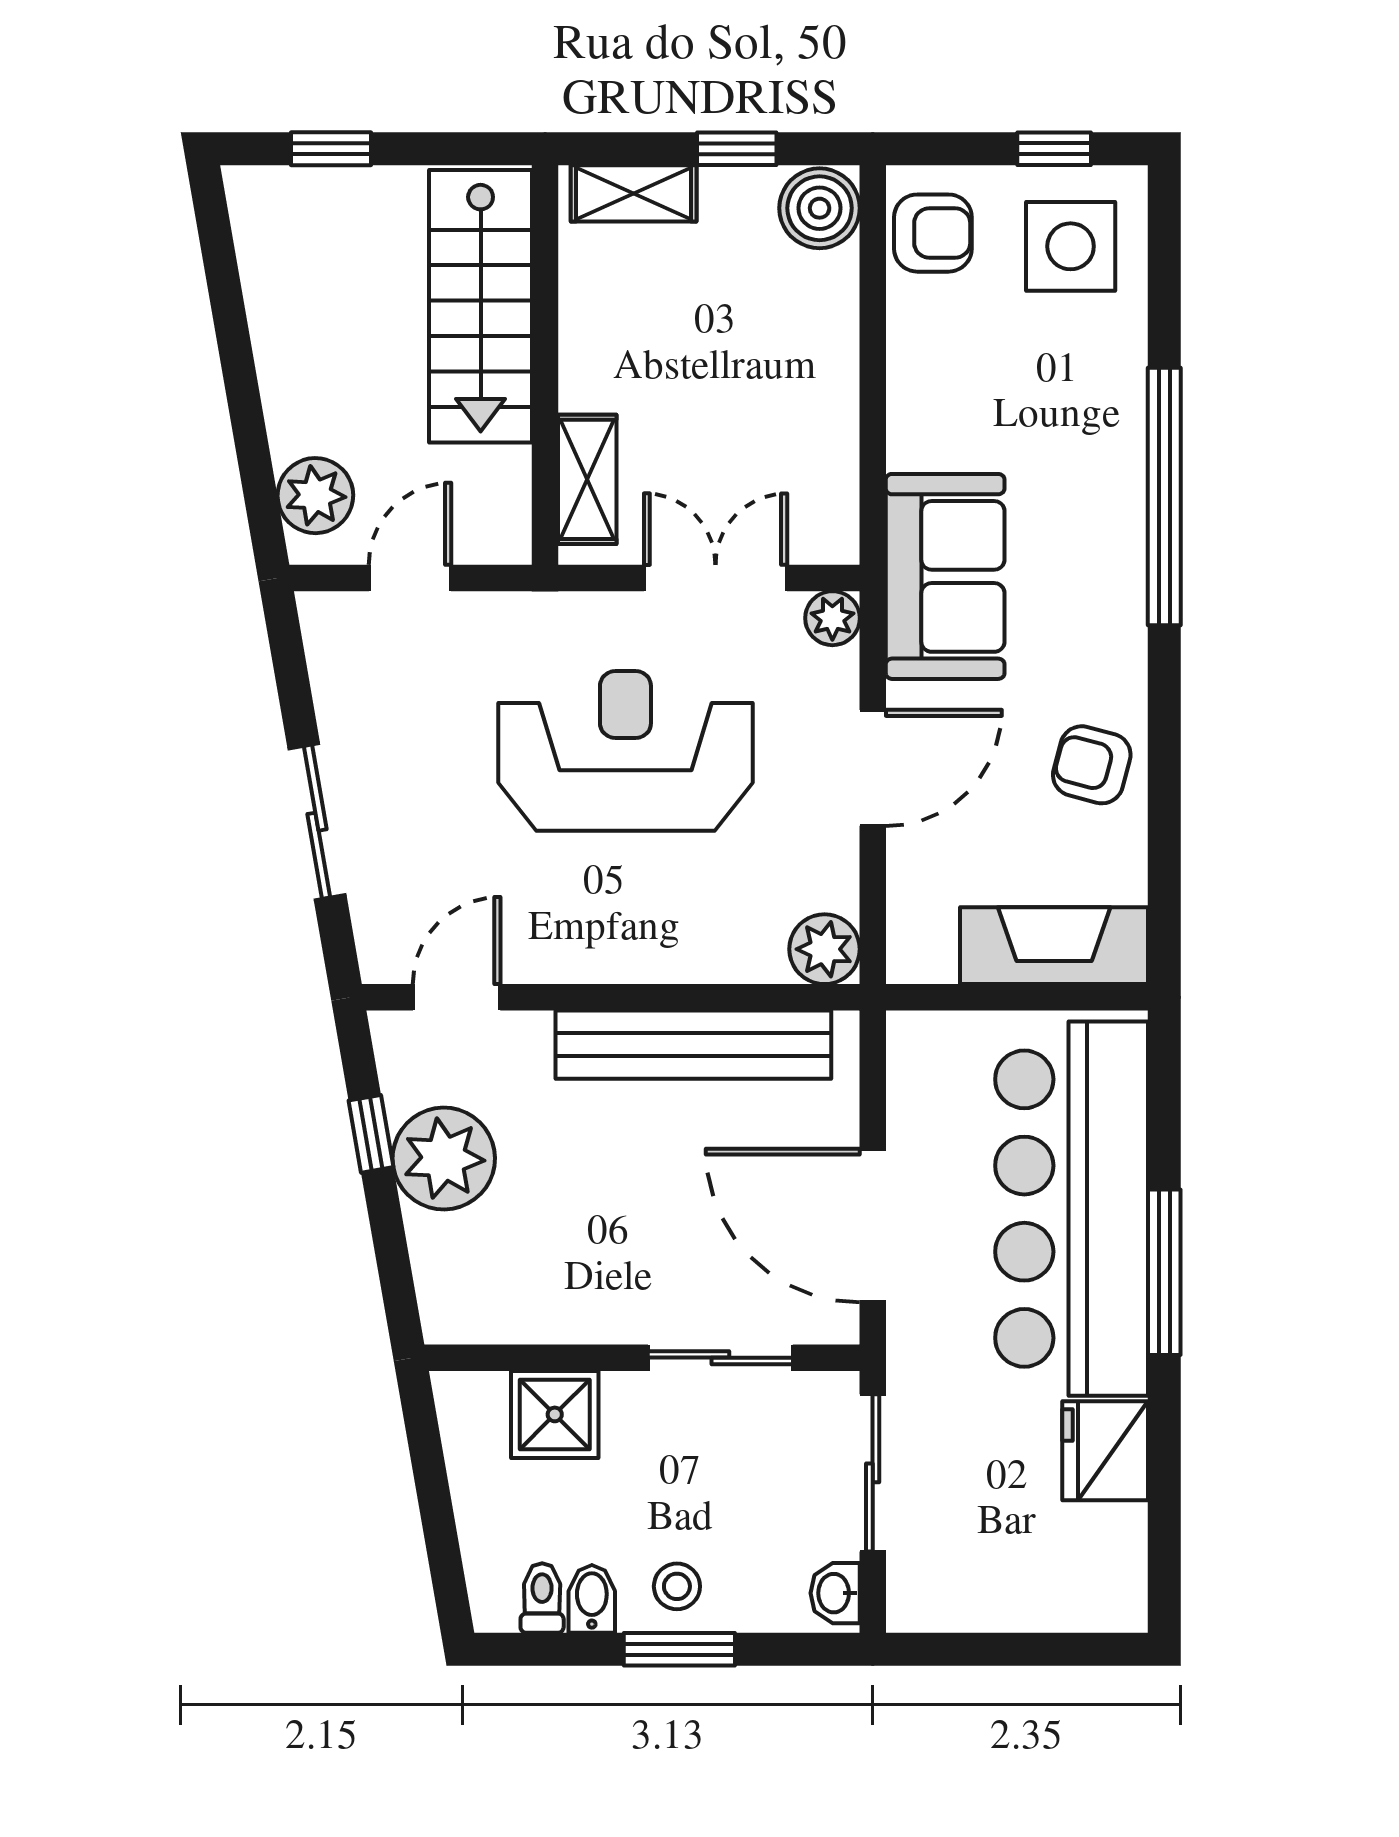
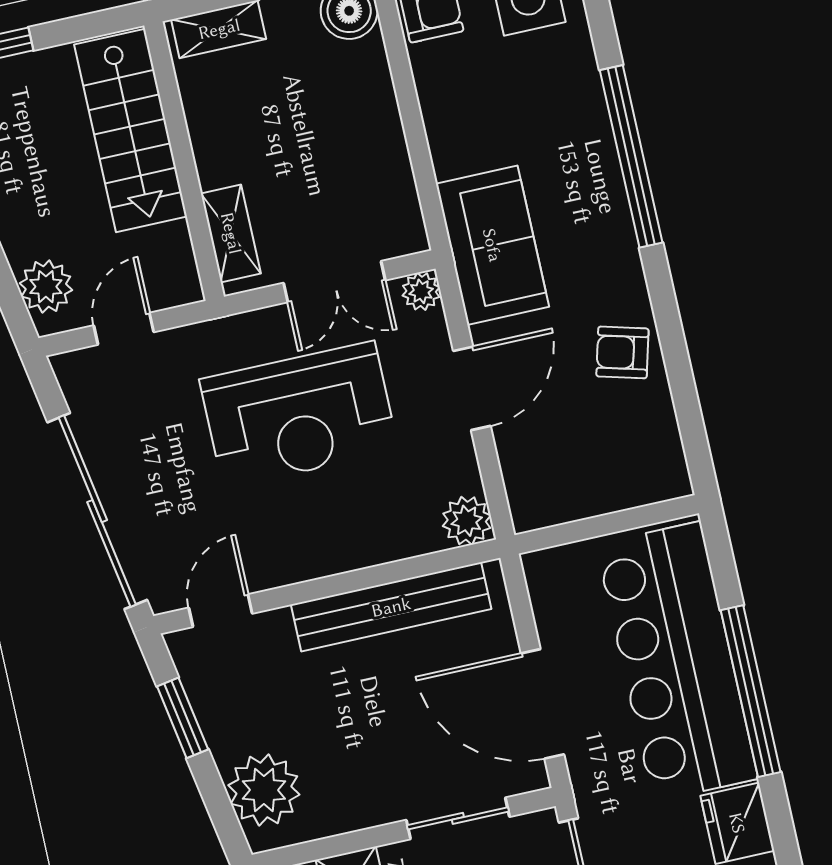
double door: (716, 578) -> (334, 282), swing flipped
reception desk: (625, 751) -> (299, 415), turned 180
sliding door: (317, 822) -> (97, 511), width x1.86
fireplace: (1054, 946) -> (624, 483), removed
window: (371, 1134) -> (183, 718), width x1.50
plant: (444, 1159) -> (264, 790), moved
window: (1164, 1272) -> (751, 691), width x1.46

